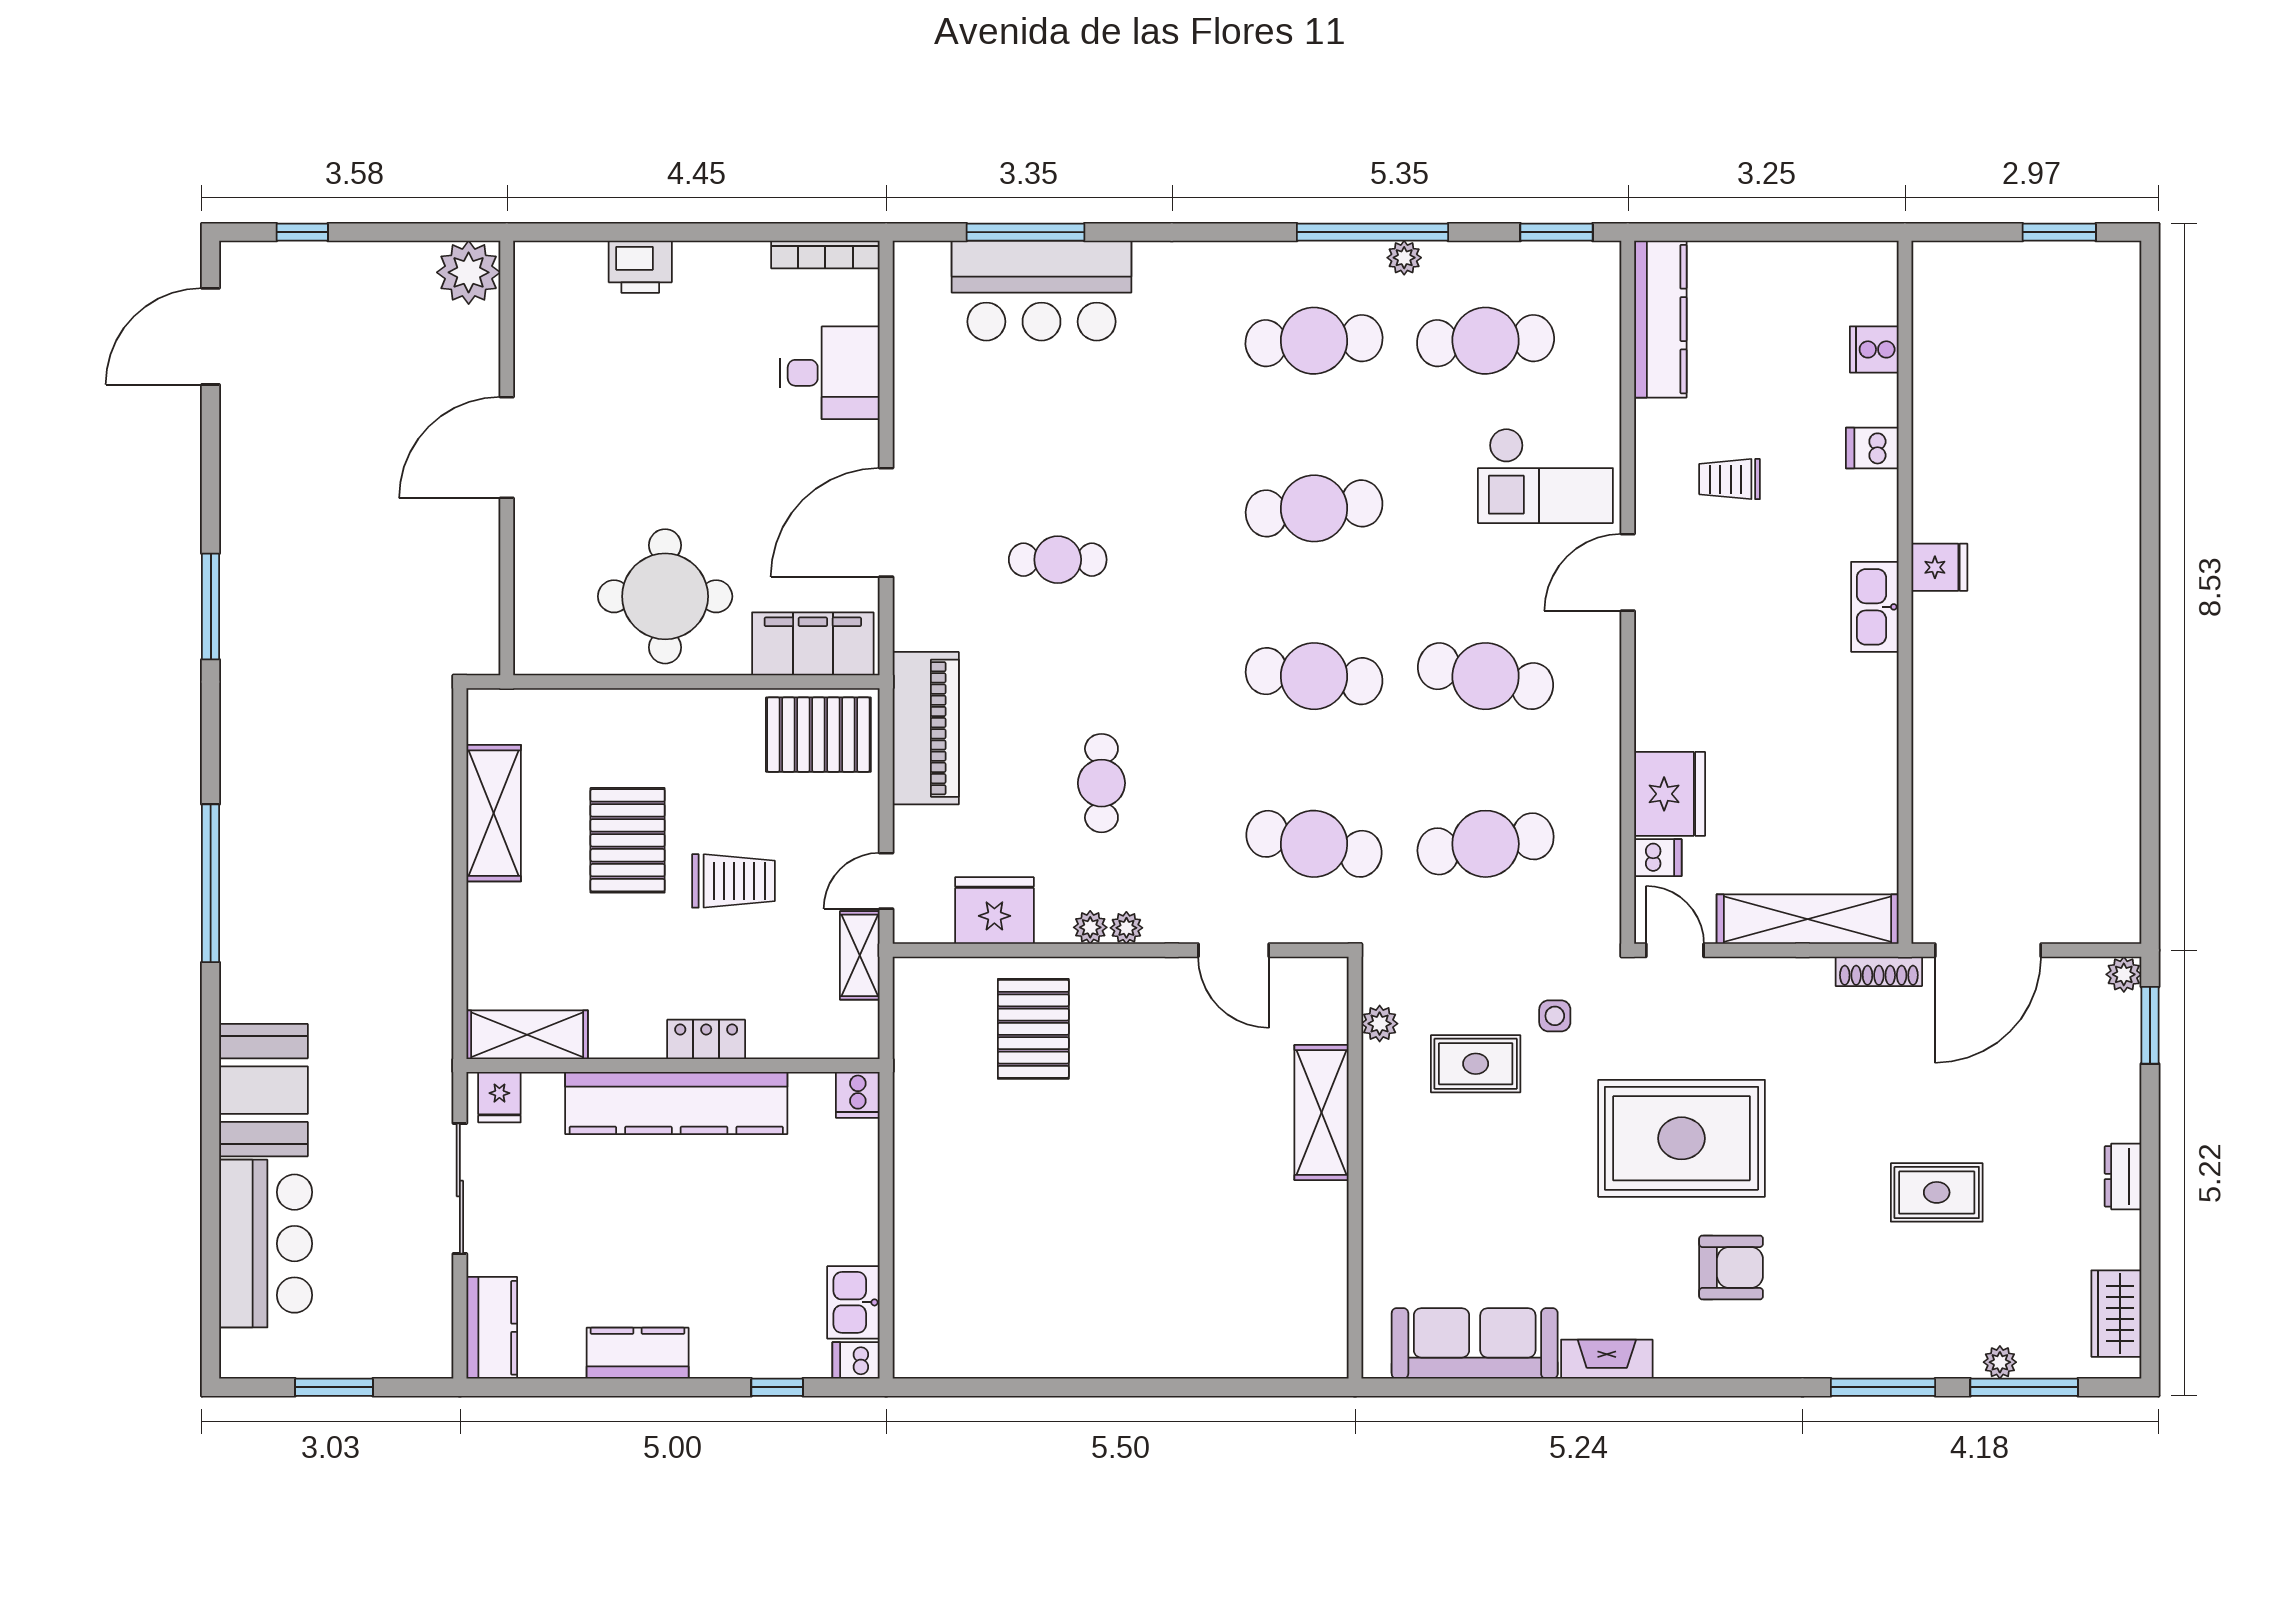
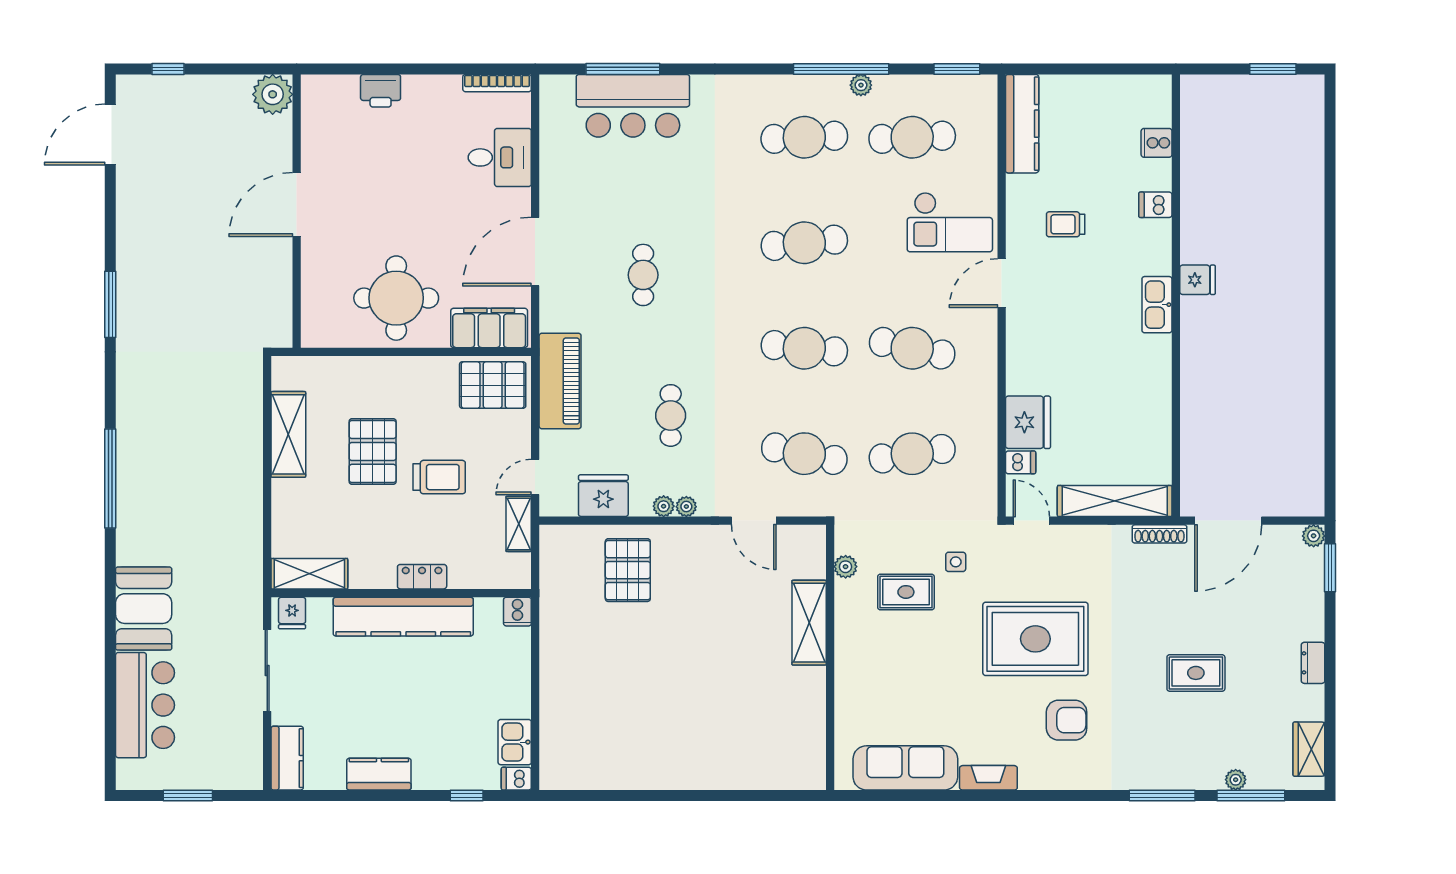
cafe table: (1058, 560) -> (643, 275), turned 90

